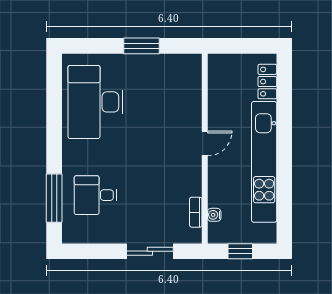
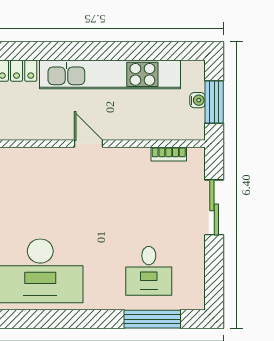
water cooler: (214, 215) -> (197, 100), moved, turned -90
window: (240, 251) -> (214, 102), width x1.50

